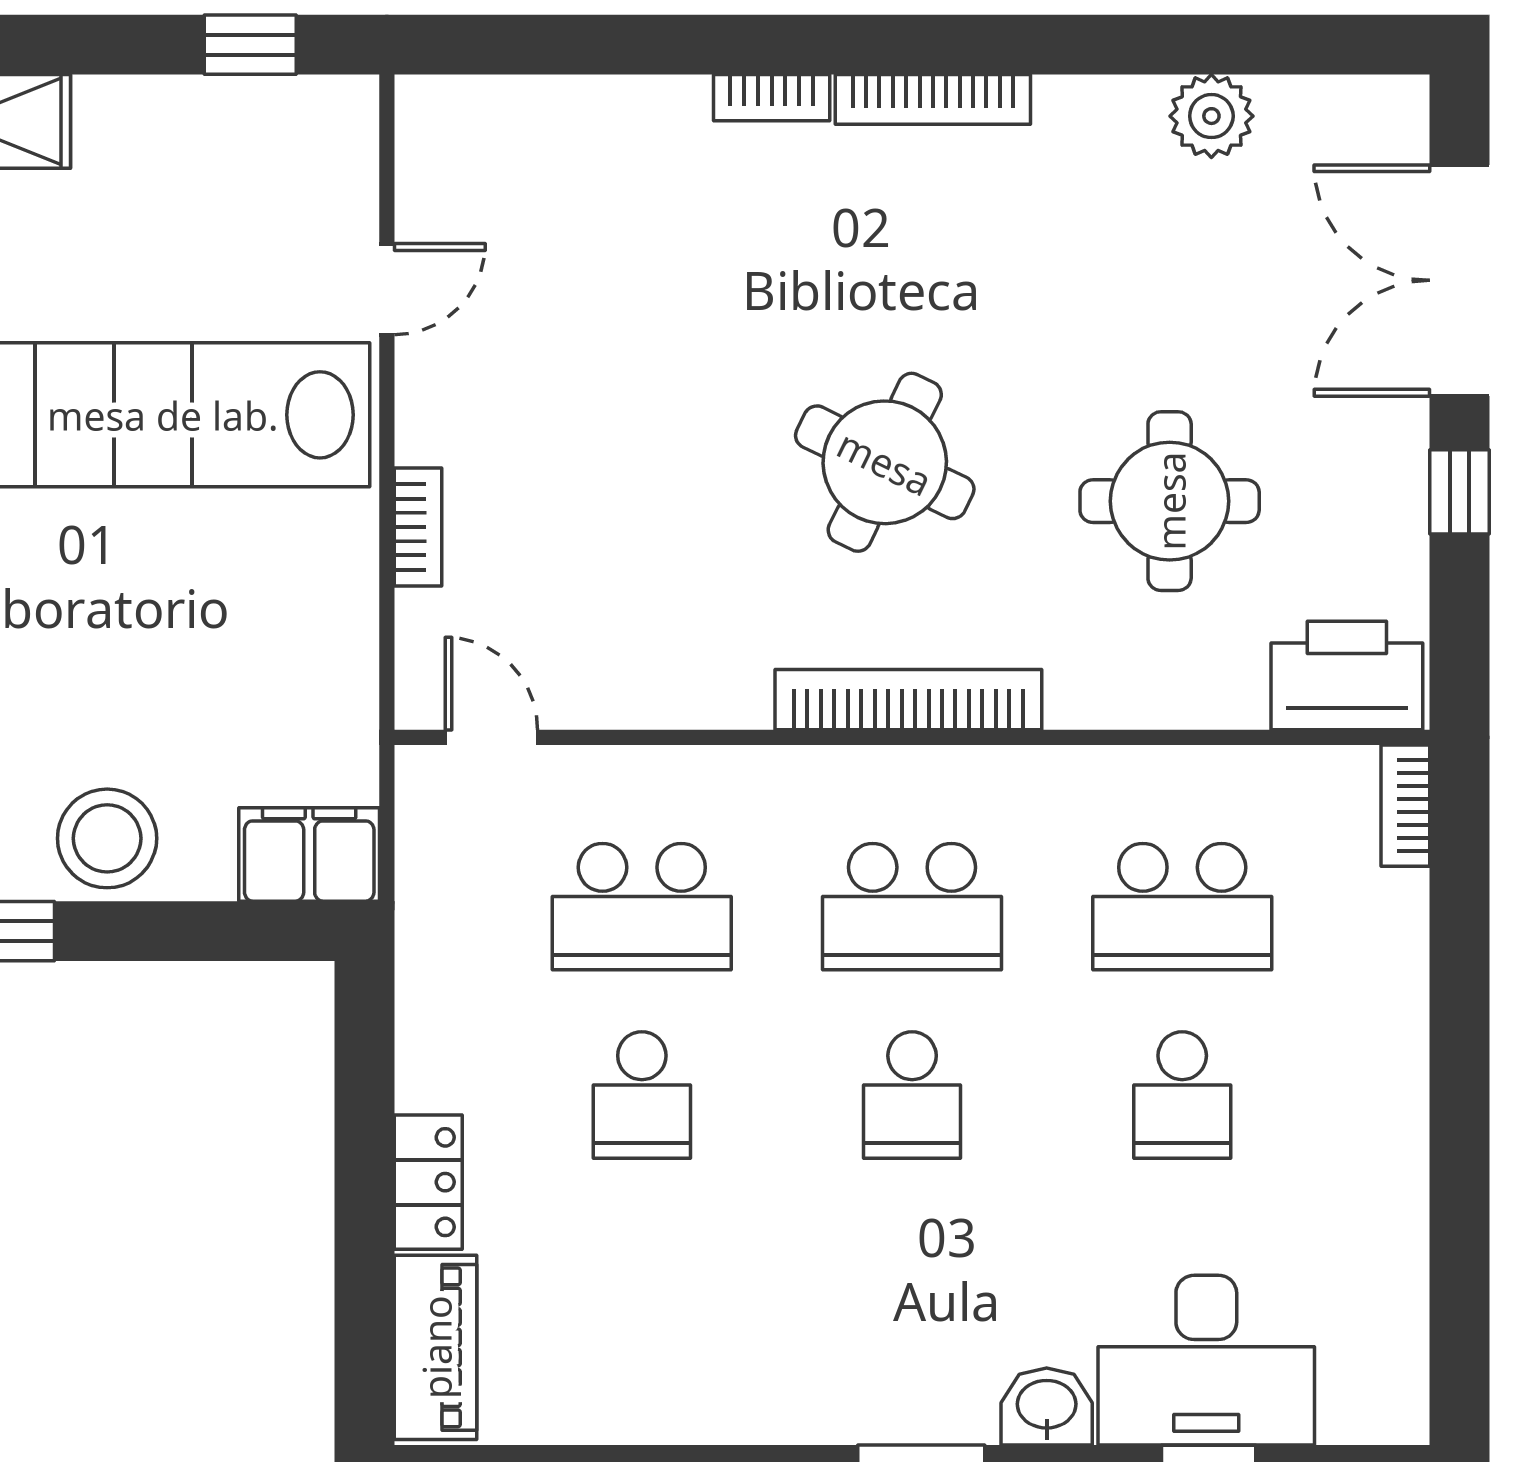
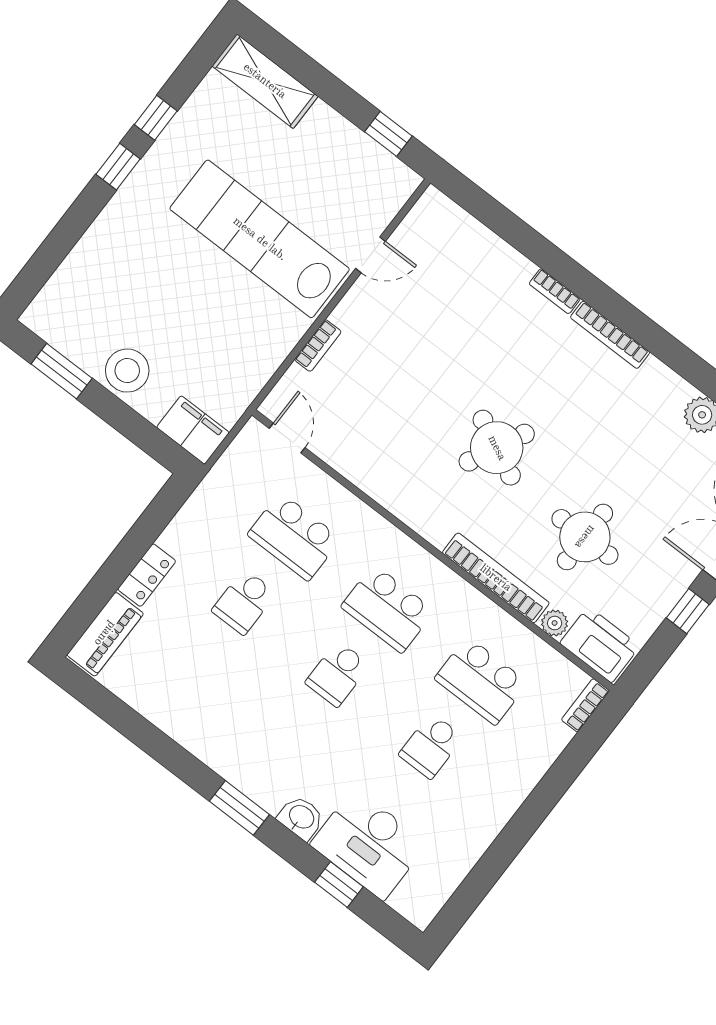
plant: (1235, 699) -> (555, 623), added
bookcase: (908, 700) -> (496, 578), moved

